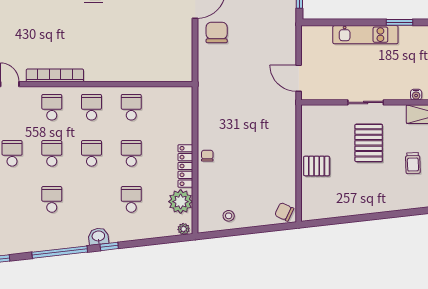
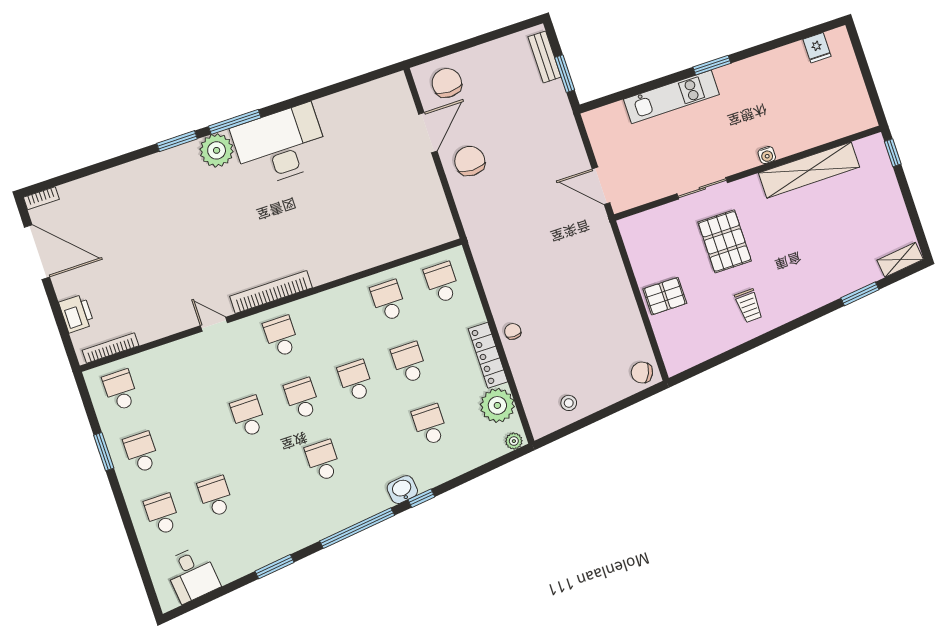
school desk: (92, 107) -> (442, 283), moved
trolley: (413, 163) -> (749, 306), moved

